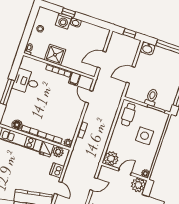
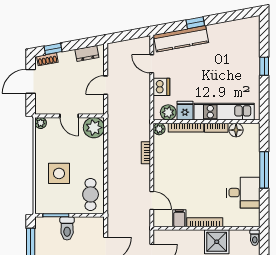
door: (125, 172) -> (69, 116), hinge flipped
plant: (138, 185) -> (45, 104), removed

